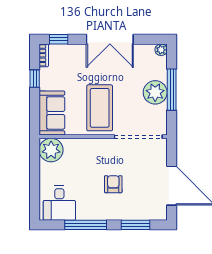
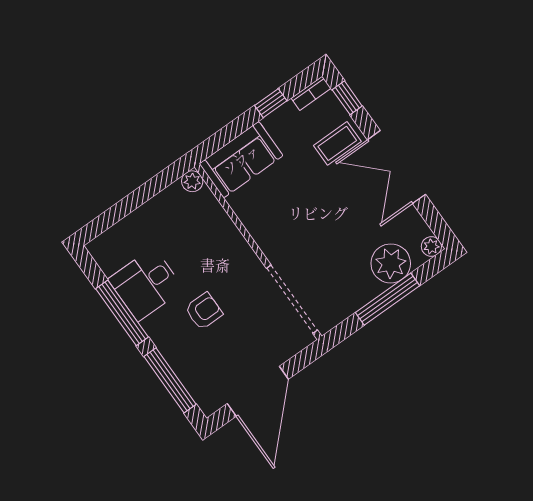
plant: (155, 92) -> (391, 263), moved
coffee table: (100, 108) -> (337, 143), moved, width x0.54, depth x0.58
plant: (51, 150) -> (192, 181), width x0.53, depth x0.53
desk: (59, 203) -> (146, 284), moved
window: (136, 225) -> (170, 380), width x1.44

